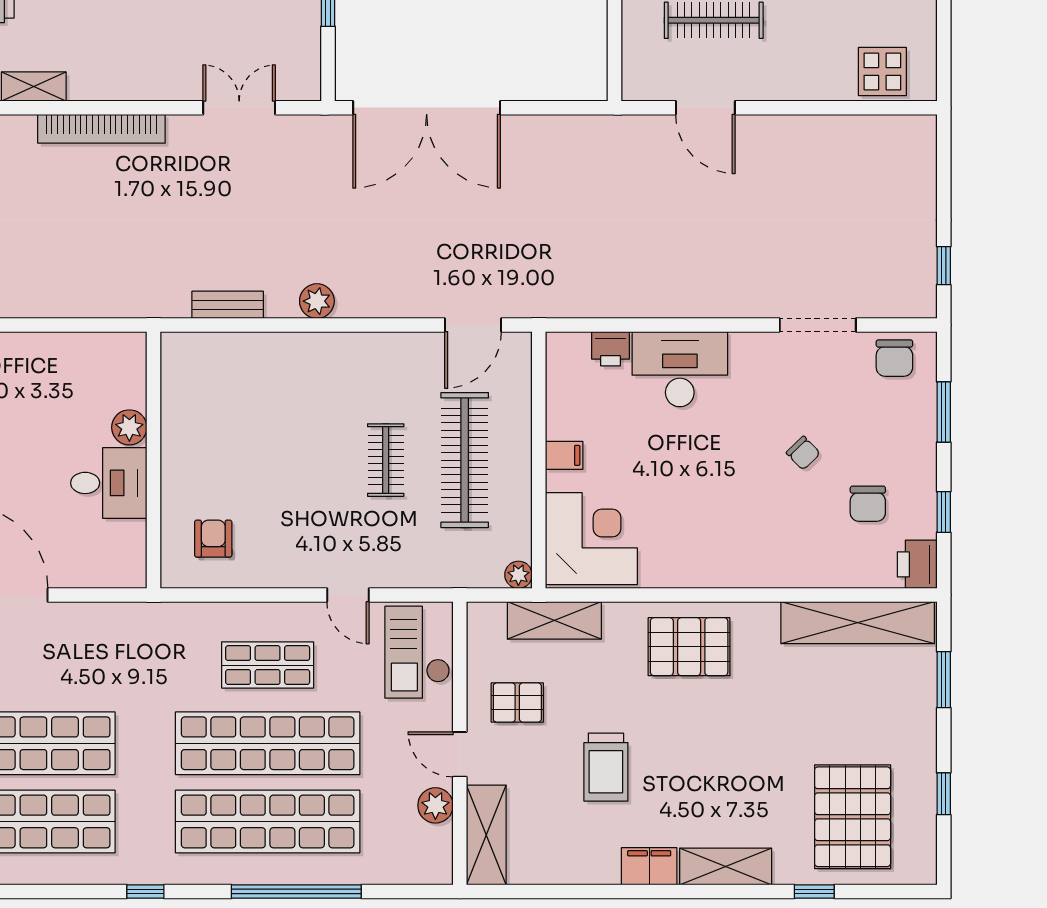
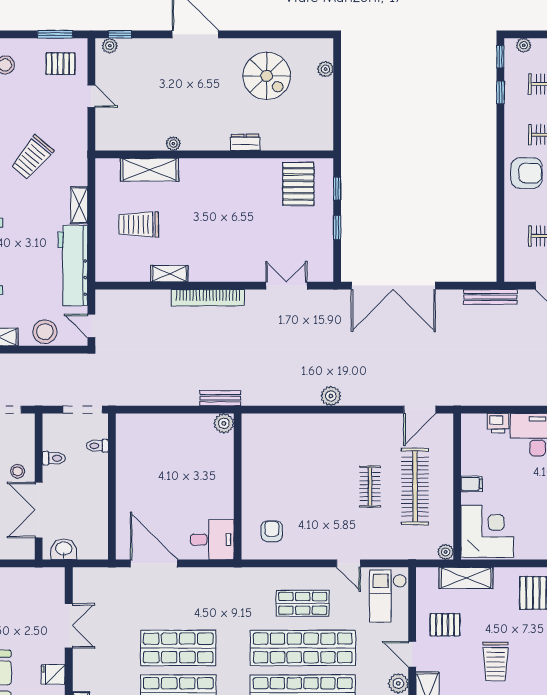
bench: (597, 127) -> (490, 297), added
bench: (228, 305) -> (220, 398), moved
plant: (129, 427) -> (224, 423), moved
desk: (109, 483) -> (212, 540), moved

